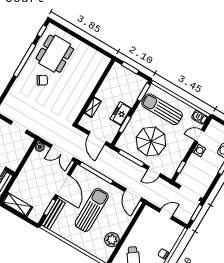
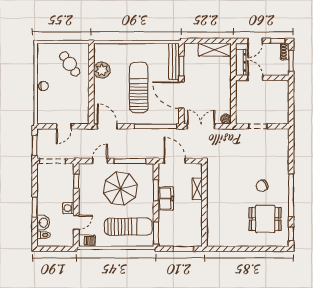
dining table: (55, 54) -> (265, 219), width x0.73
sun lounger: (92, 210) -> (139, 87), turned 180

